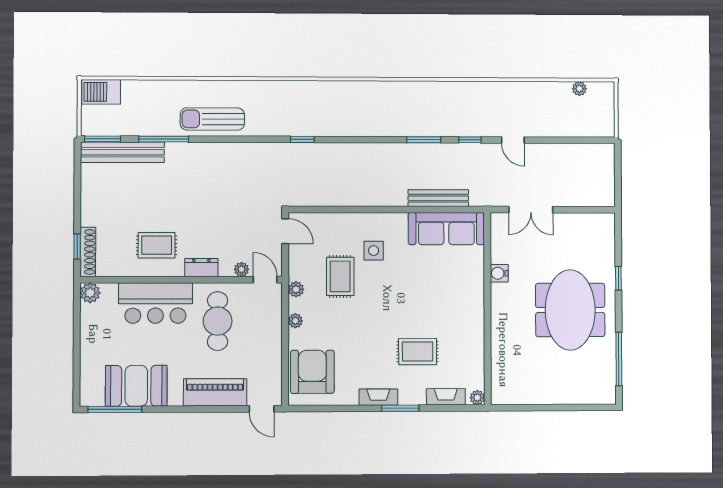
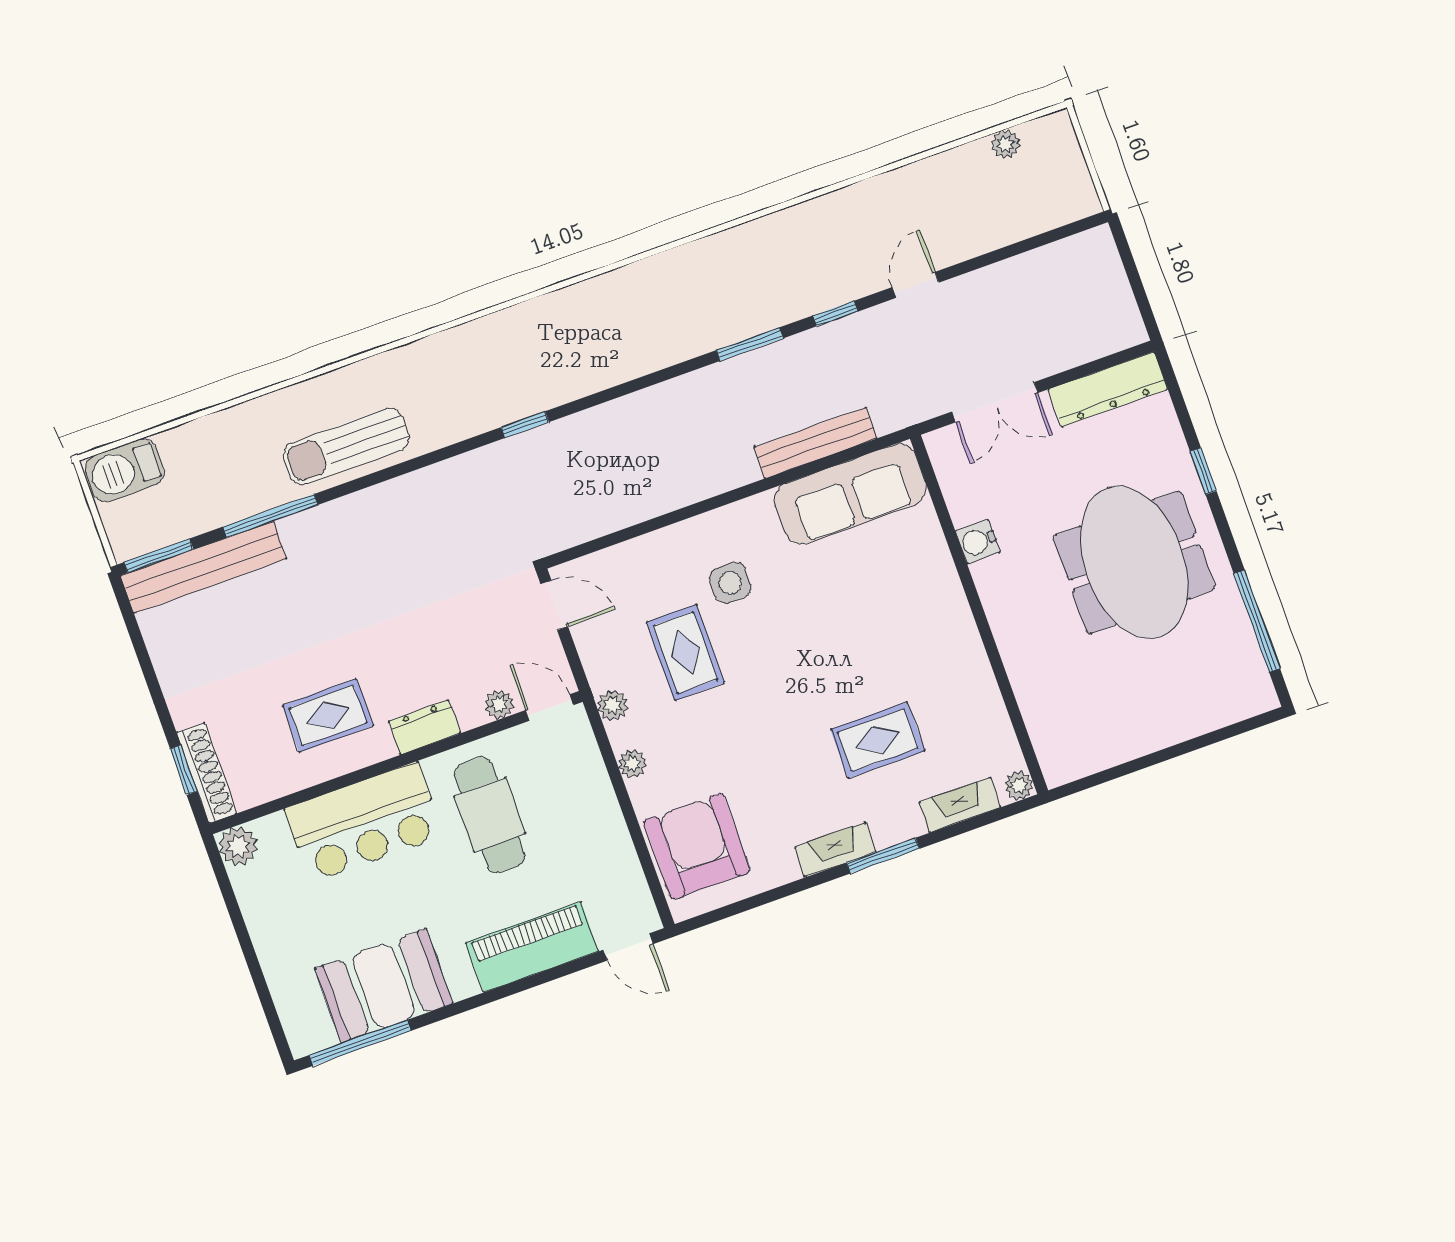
door: (513, 140) -> (915, 285), swing flipped
dresser: (587, 223) -> (1108, 389), added

